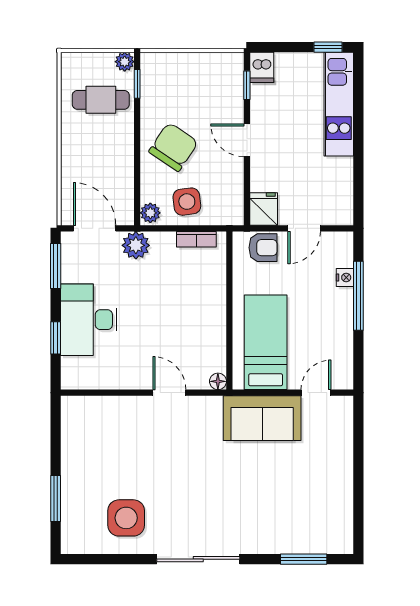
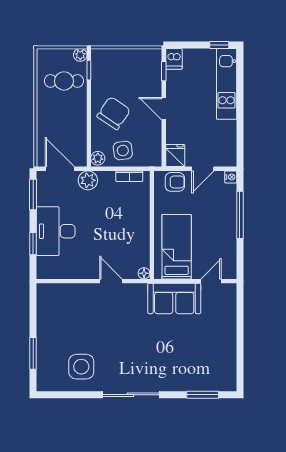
nightstand: (345, 278) -> (231, 177), moved

